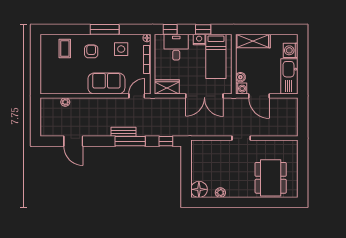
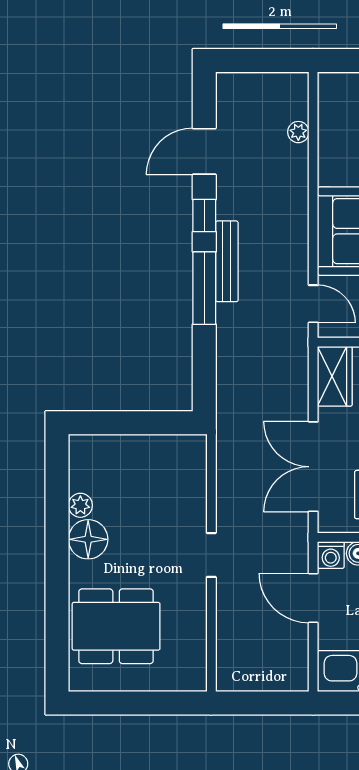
door: (259, 96) -> (313, 598), hinge flipped
bench: (123, 132) -> (227, 261), width x1.36
window: (166, 141) -> (204, 216), moved
floor lamp: (199, 189) -> (88, 539), moved

